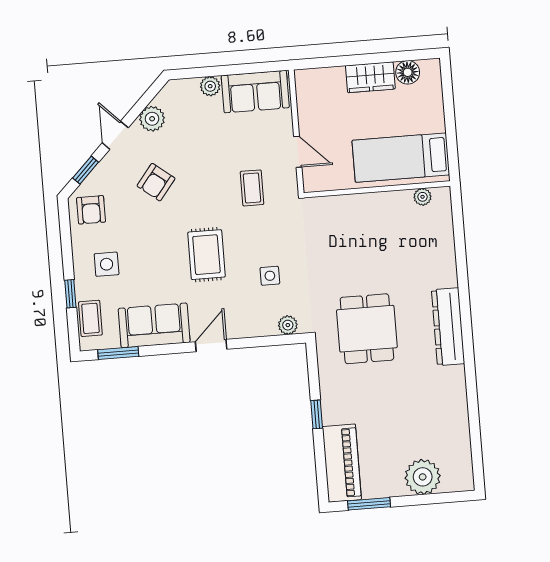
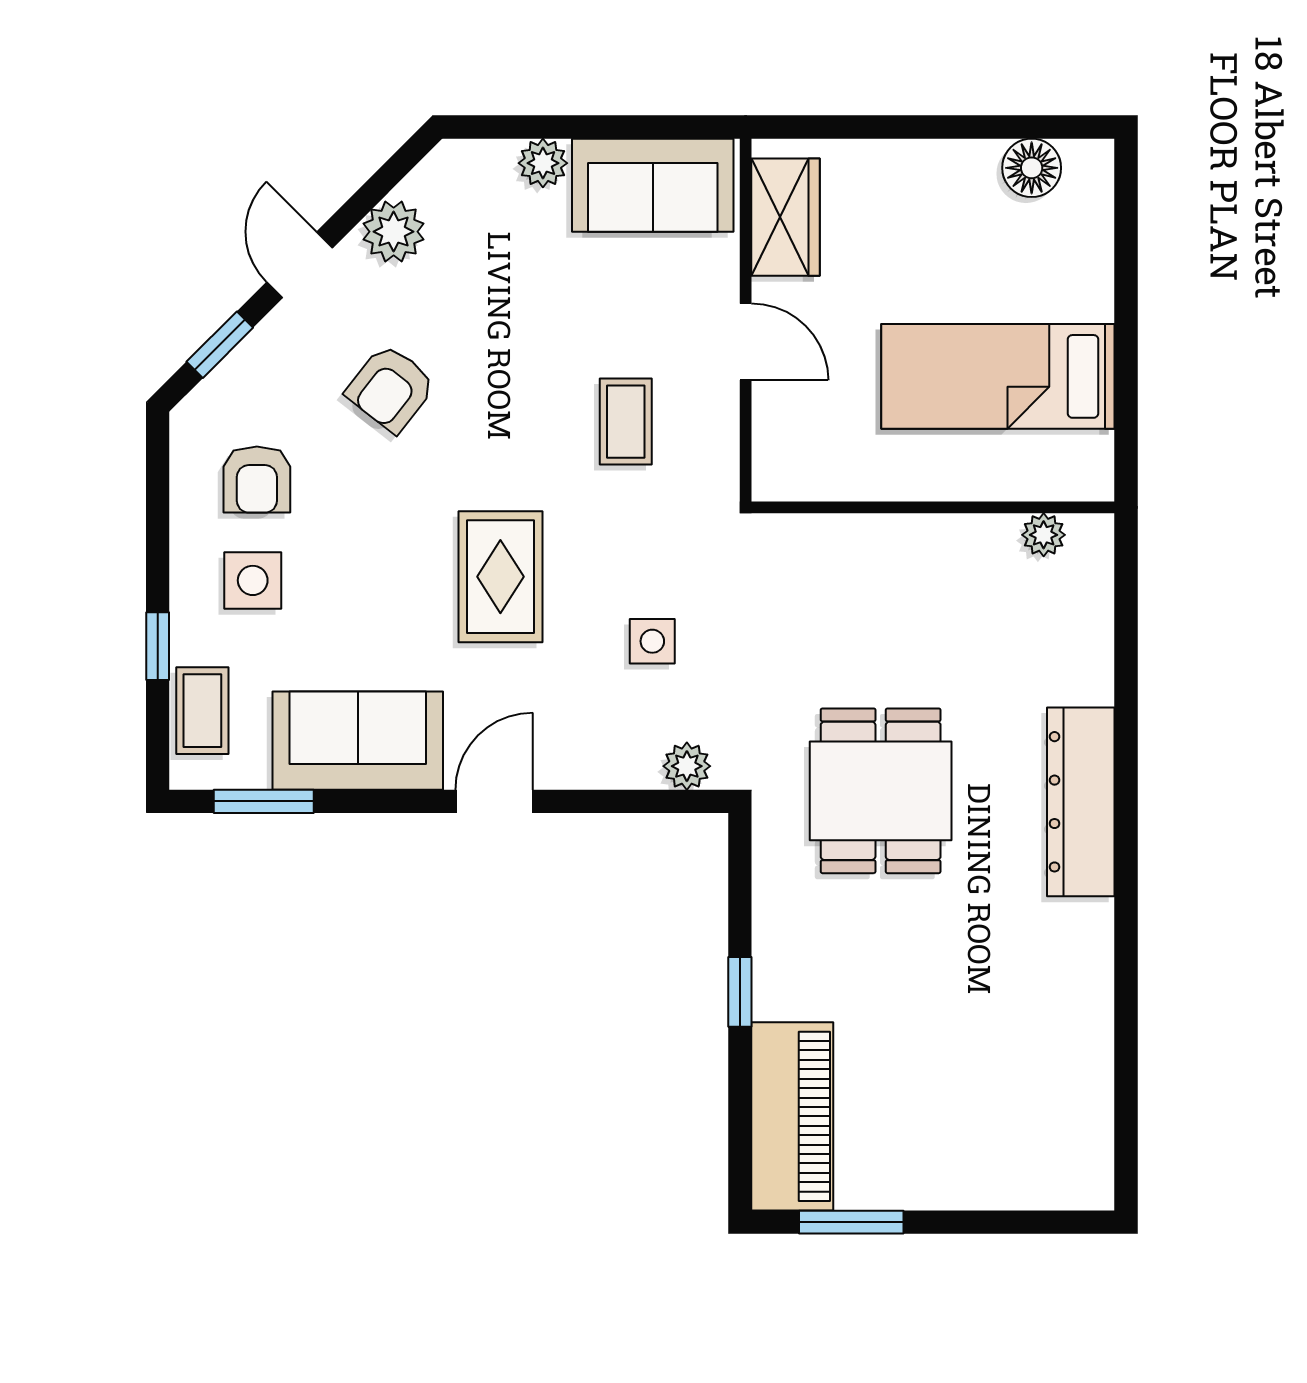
wardrobe: (370, 77) -> (785, 217), moved, turned -90
wall: (377, 189) -> (933, 507), moved
plant: (423, 197) -> (1044, 535), moved
armchair: (91, 210) -> (257, 480), moved
plant: (423, 477) -> (988, 1166), removed

